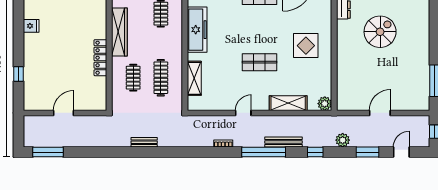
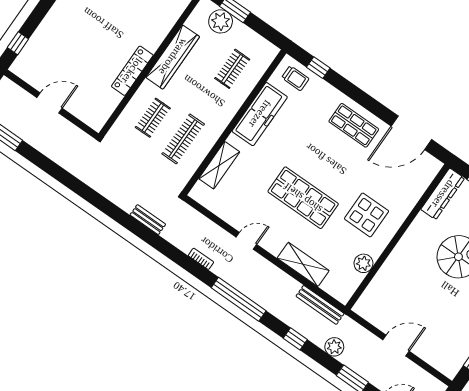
shop shelf: (260, 62) -> (303, 198), width x1.43, depth x1.36
window: (19, 74) -> (18, 43), moved
plant: (325, 104) -> (363, 263), moved
bench: (144, 142) -> (148, 220), moved
bench: (284, 142) -> (320, 305), moved

